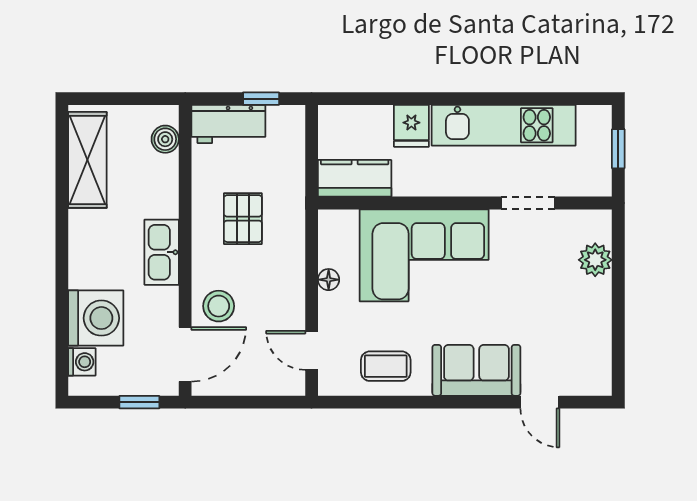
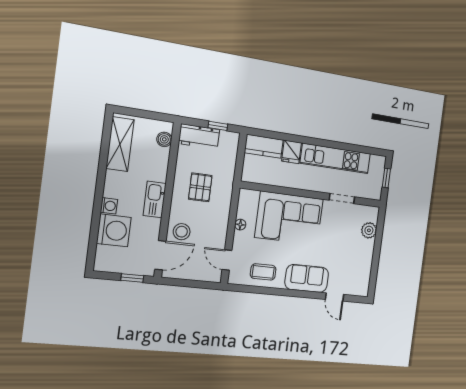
kitchen counter: (355, 178) -> (264, 146), moved, turned 180
washing machine: (82, 362) -> (109, 206), moved

